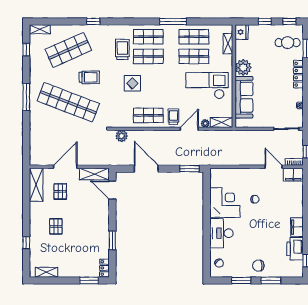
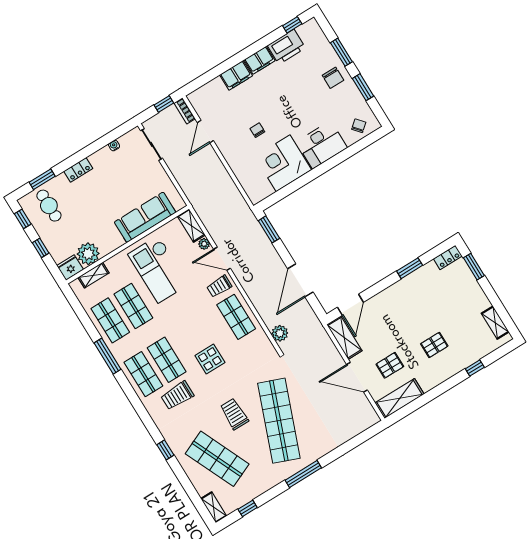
plant: (243, 67) -> (88, 254), moved
locker: (298, 74) -> (78, 170), width x0.66
filing cabinet: (293, 175) -> (236, 75), moved, turned 90

